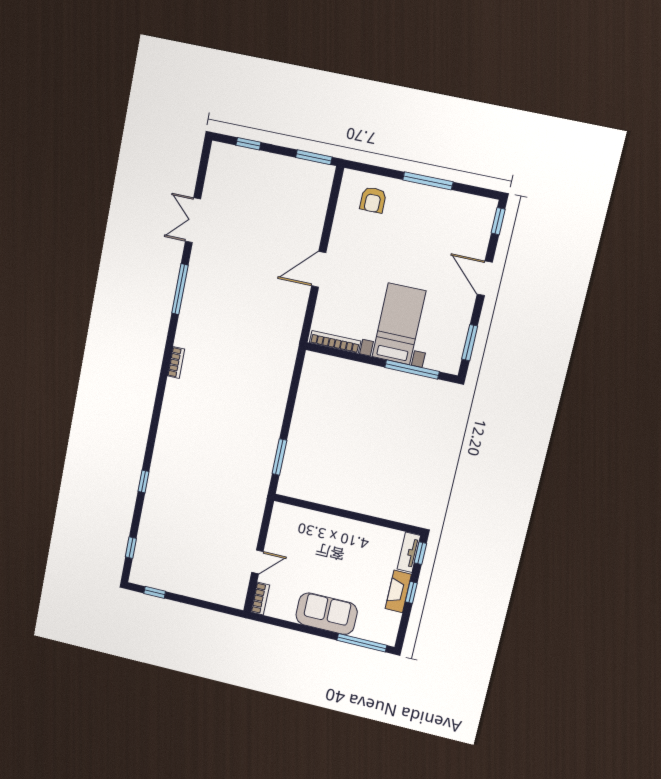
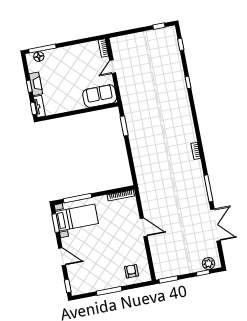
plant: (232, 157) -> (208, 264), added
double door: (193, 220) -> (216, 225), width x1.37
door: (319, 269) -> (144, 227), hinge flipped
bed with nightstands: (399, 324) -> (77, 218), moved, turned -90
sofa: (327, 614) -> (100, 96), moved, turned 180
floor lamp: (373, 633) -> (39, 56), added

